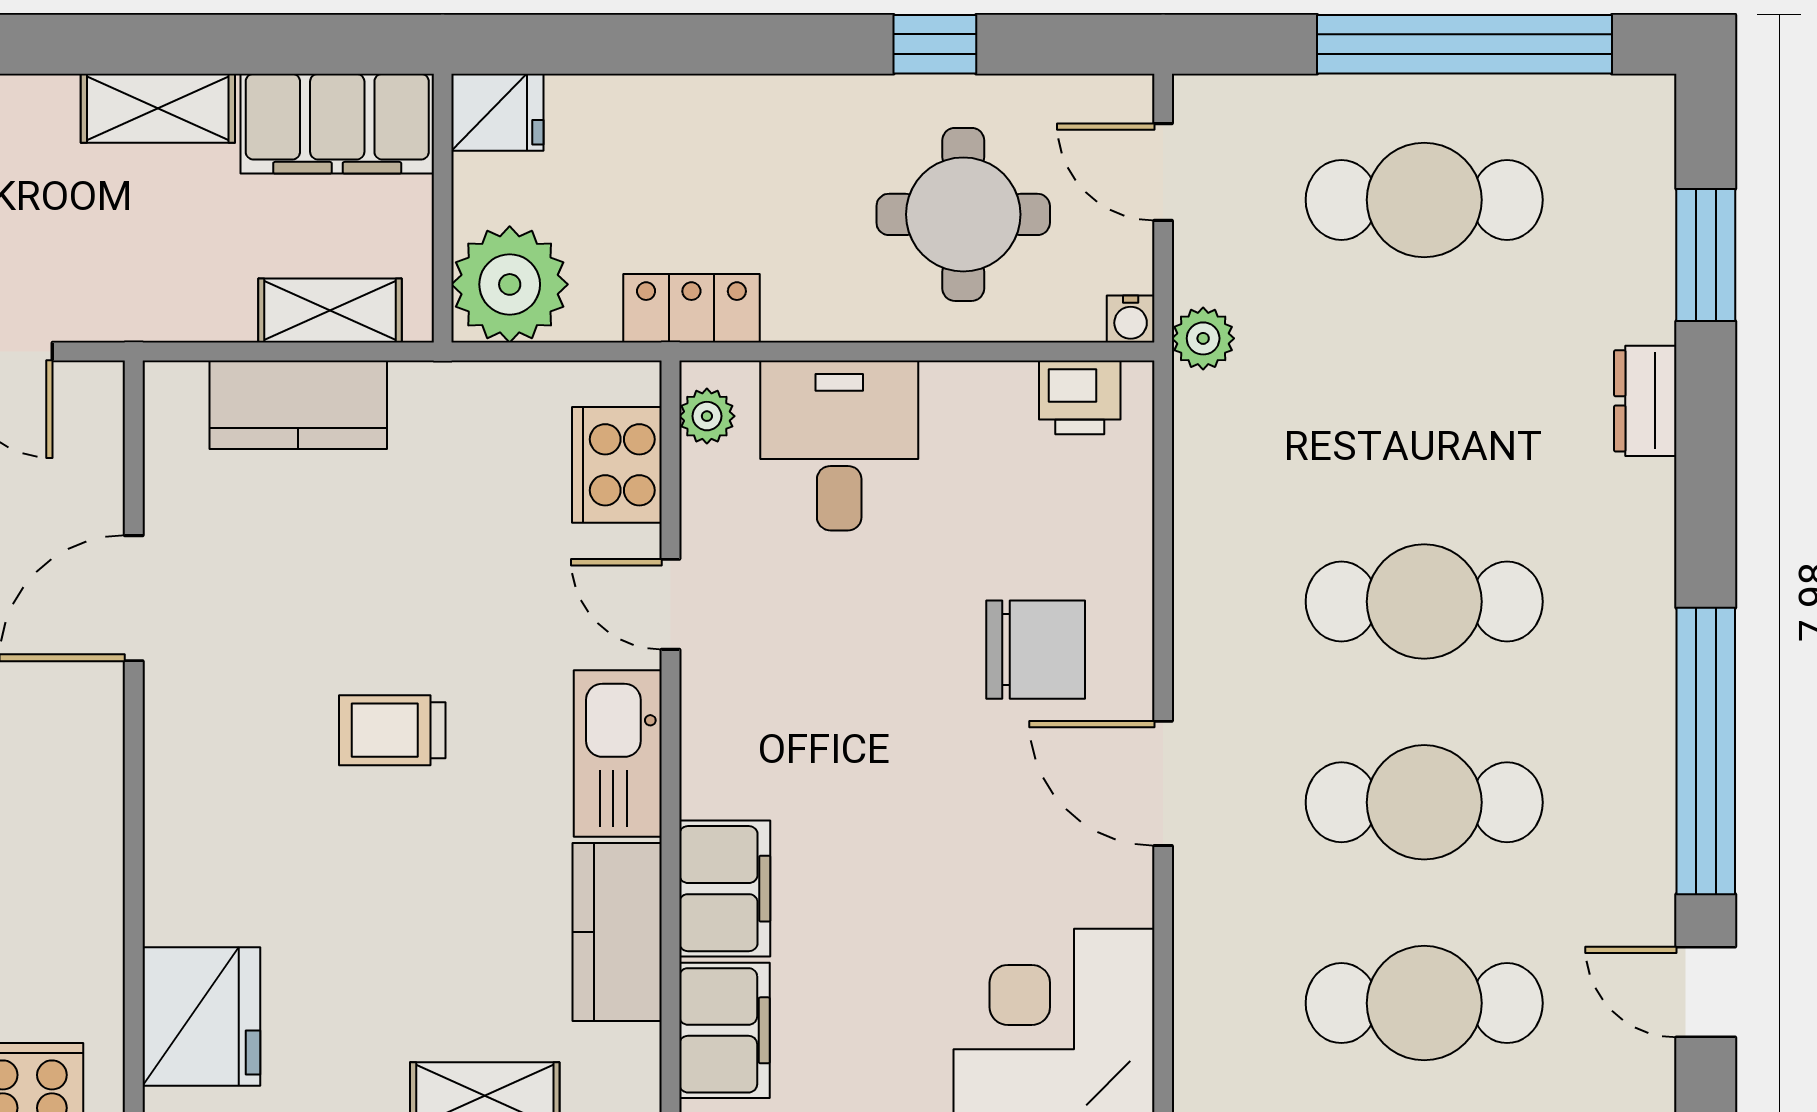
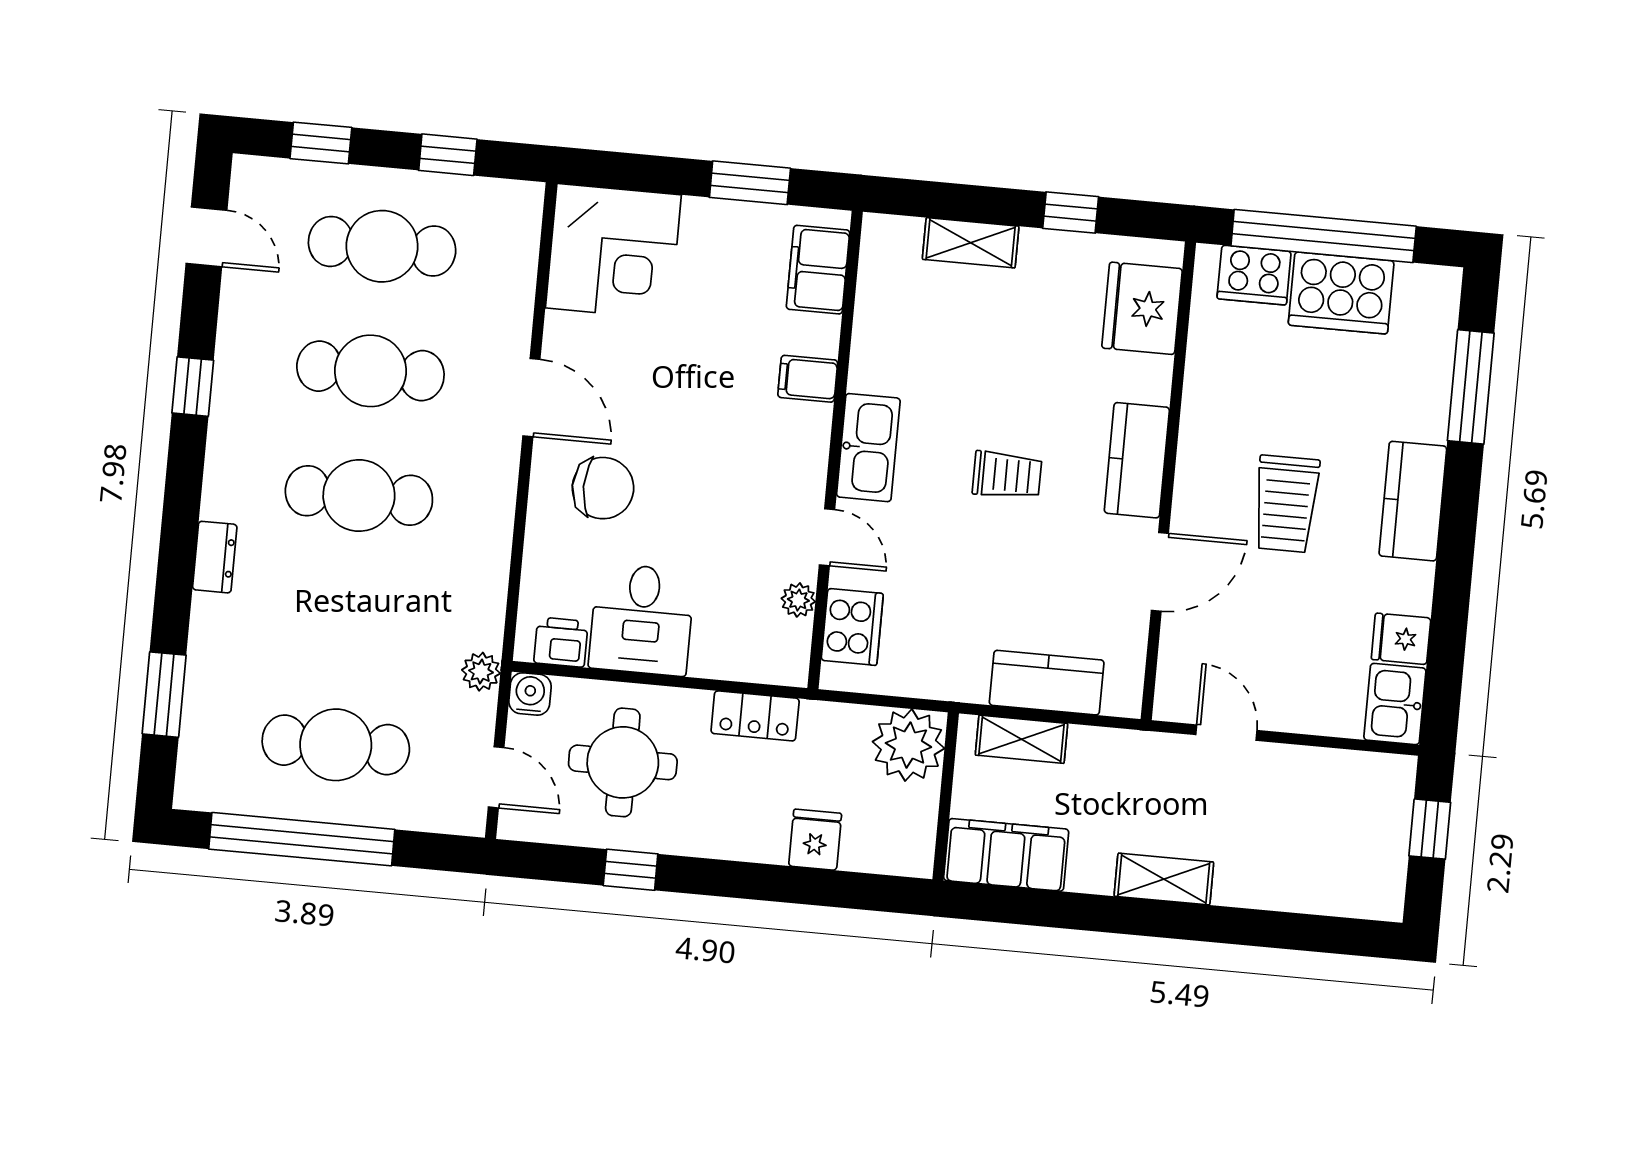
shelving: (158, 108) -> (1164, 879), moved
fridge: (497, 112) -> (815, 840), moved, turned 90
locker: (691, 308) -> (755, 716), moved
water cooler: (1131, 319) -> (530, 694), width x1.38, depth x1.38
dresser: (1645, 401) -> (215, 557), moved
plant: (707, 416) -> (798, 600), moved
desk: (839, 445) -> (642, 620), moved
chair: (1036, 650) -> (603, 488), turned 180
window: (1706, 751) -> (193, 387), width x0.32
filing cabinet: (725, 889) -> (808, 379), width x0.50
kitchen counter: (617, 932) -> (1137, 460), moved, turned 180

